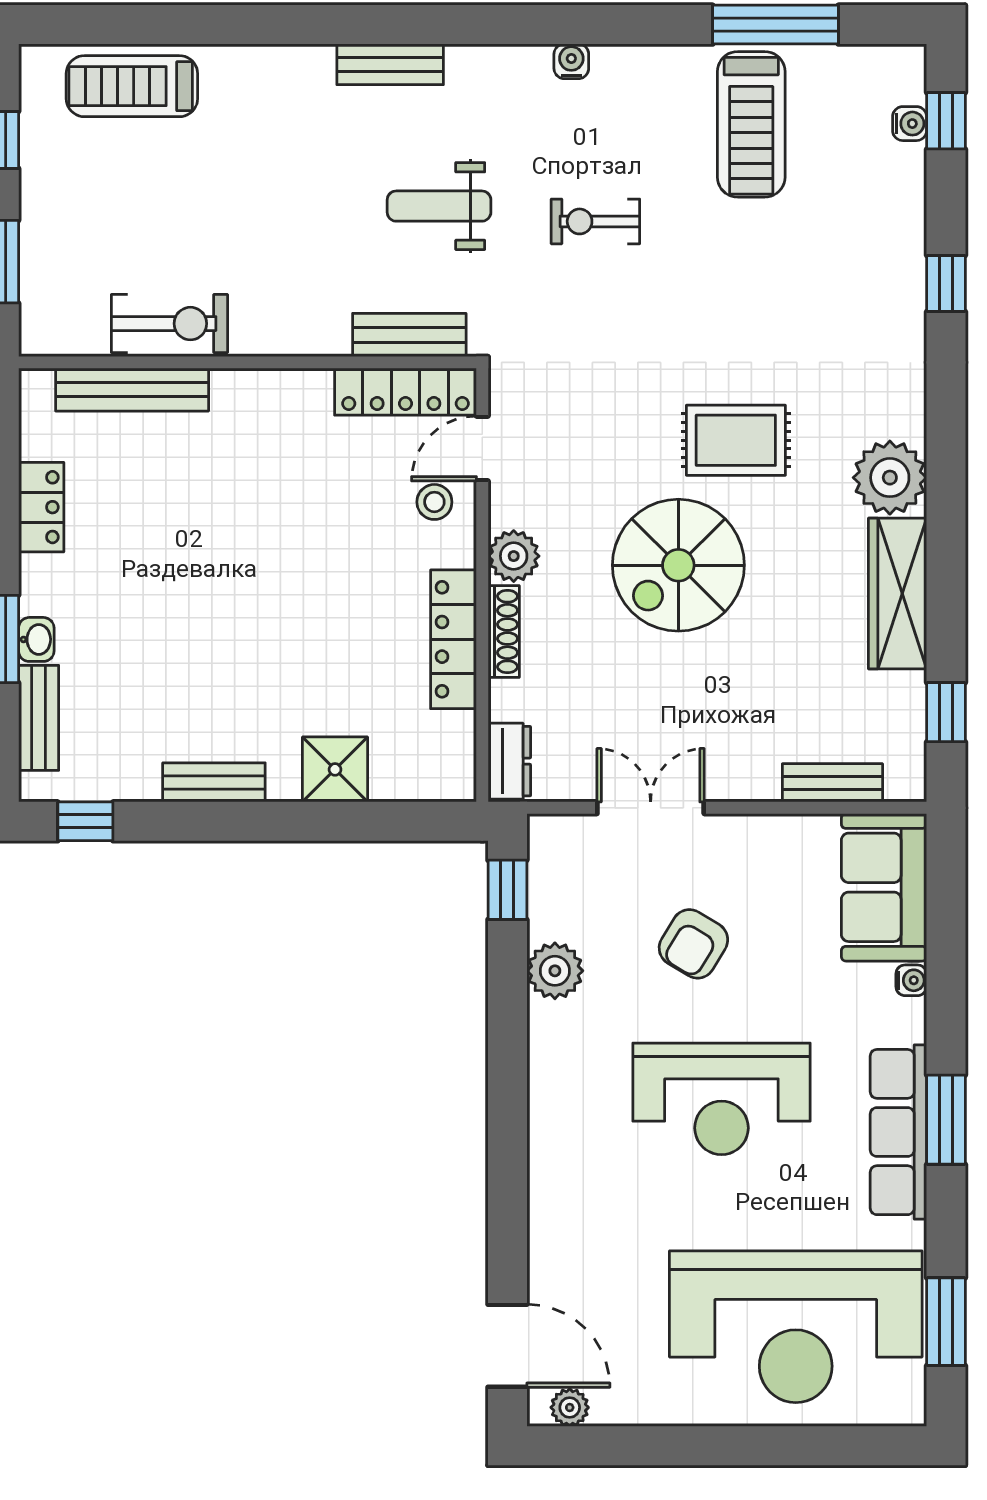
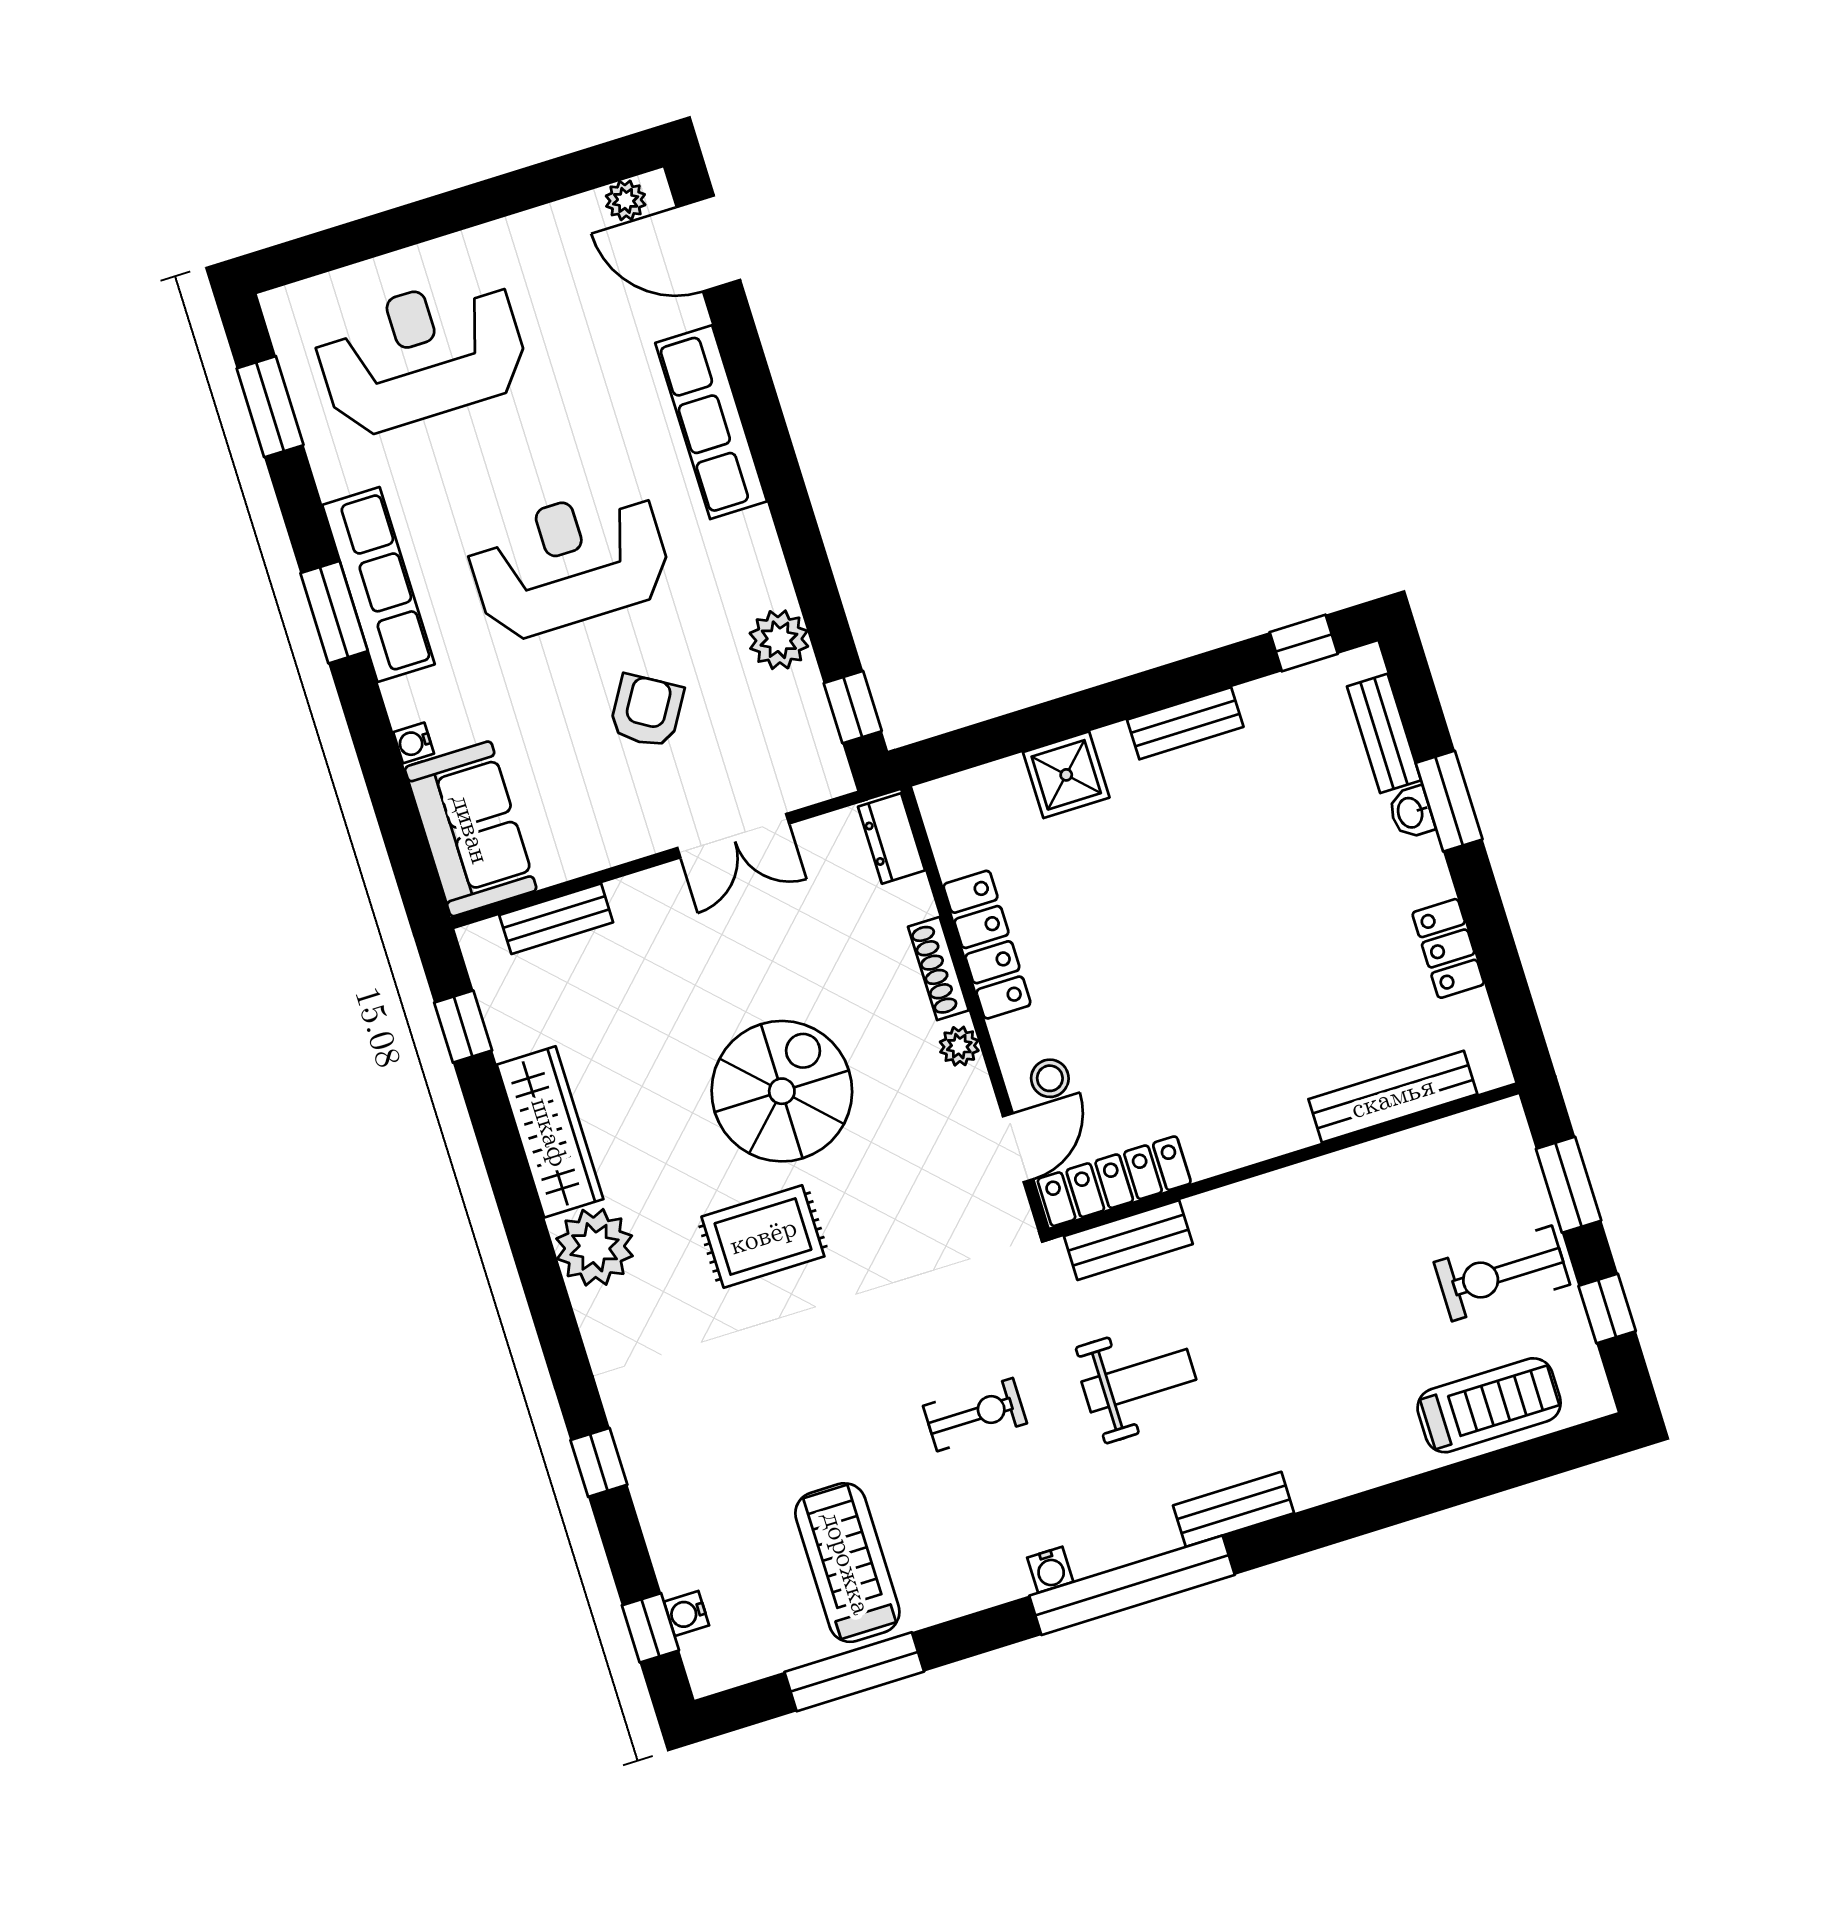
window: (502, 25) -> (1132, 1585), added
exercise bike: (169, 324) -> (1502, 1273), moved
plant: (514, 556) -> (959, 1046), width x0.73, depth x0.73
row of seats: (555, 1185) -> (711, 422), added
reception desk: (796, 1327) -> (421, 354), width x0.74, depth x0.77

